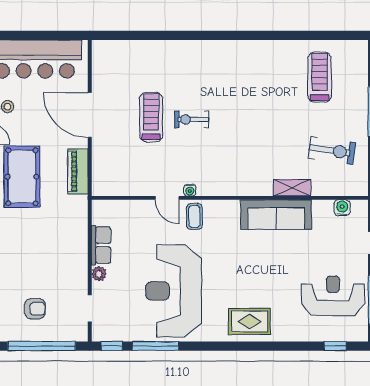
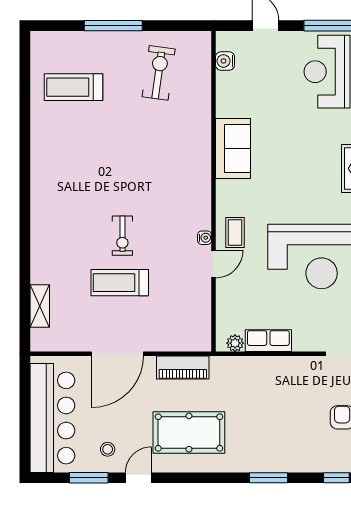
shelving: (292, 188) -> (40, 306), moved
sofa: (276, 215) -> (233, 148), width x0.73
coffee table: (194, 216) -> (235, 232), turned 90
plant: (99, 274) -> (235, 343), moved

